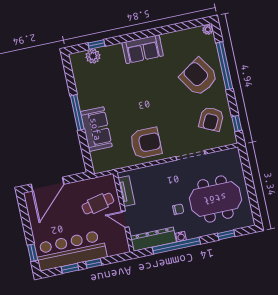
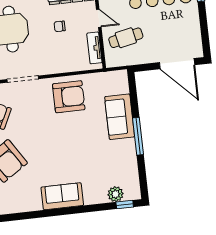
window: (97, 44) -> (125, 205), moved
armchair: (146, 143) -> (69, 97), turned 180
door: (47, 184) -> (177, 64), swing flipped
chair: (178, 209) -> (60, 26), moved

